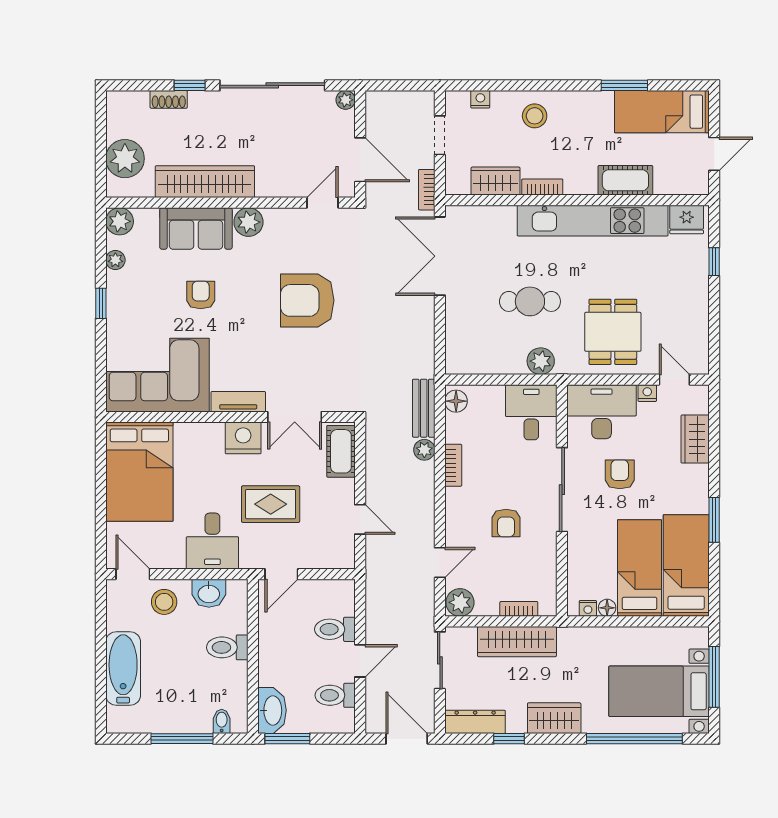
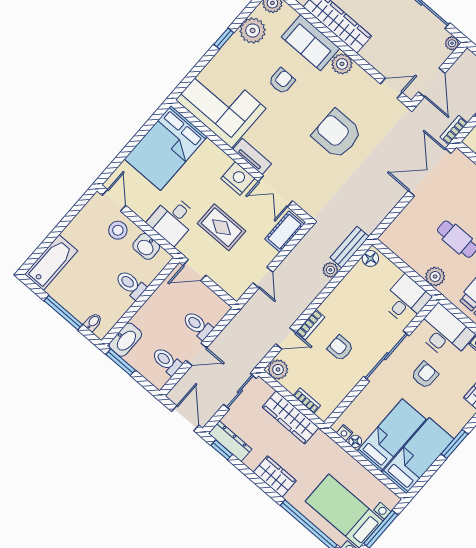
plant: (115, 260) -> (253, 30), width x1.88, depth x1.88
bookcase: (453, 465) -> (310, 325), moved
armchair: (506, 523) -> (340, 348), turned 90
bathtub: (123, 668) -> (51, 262), moved
window: (509, 739) -> (222, 450), moved

